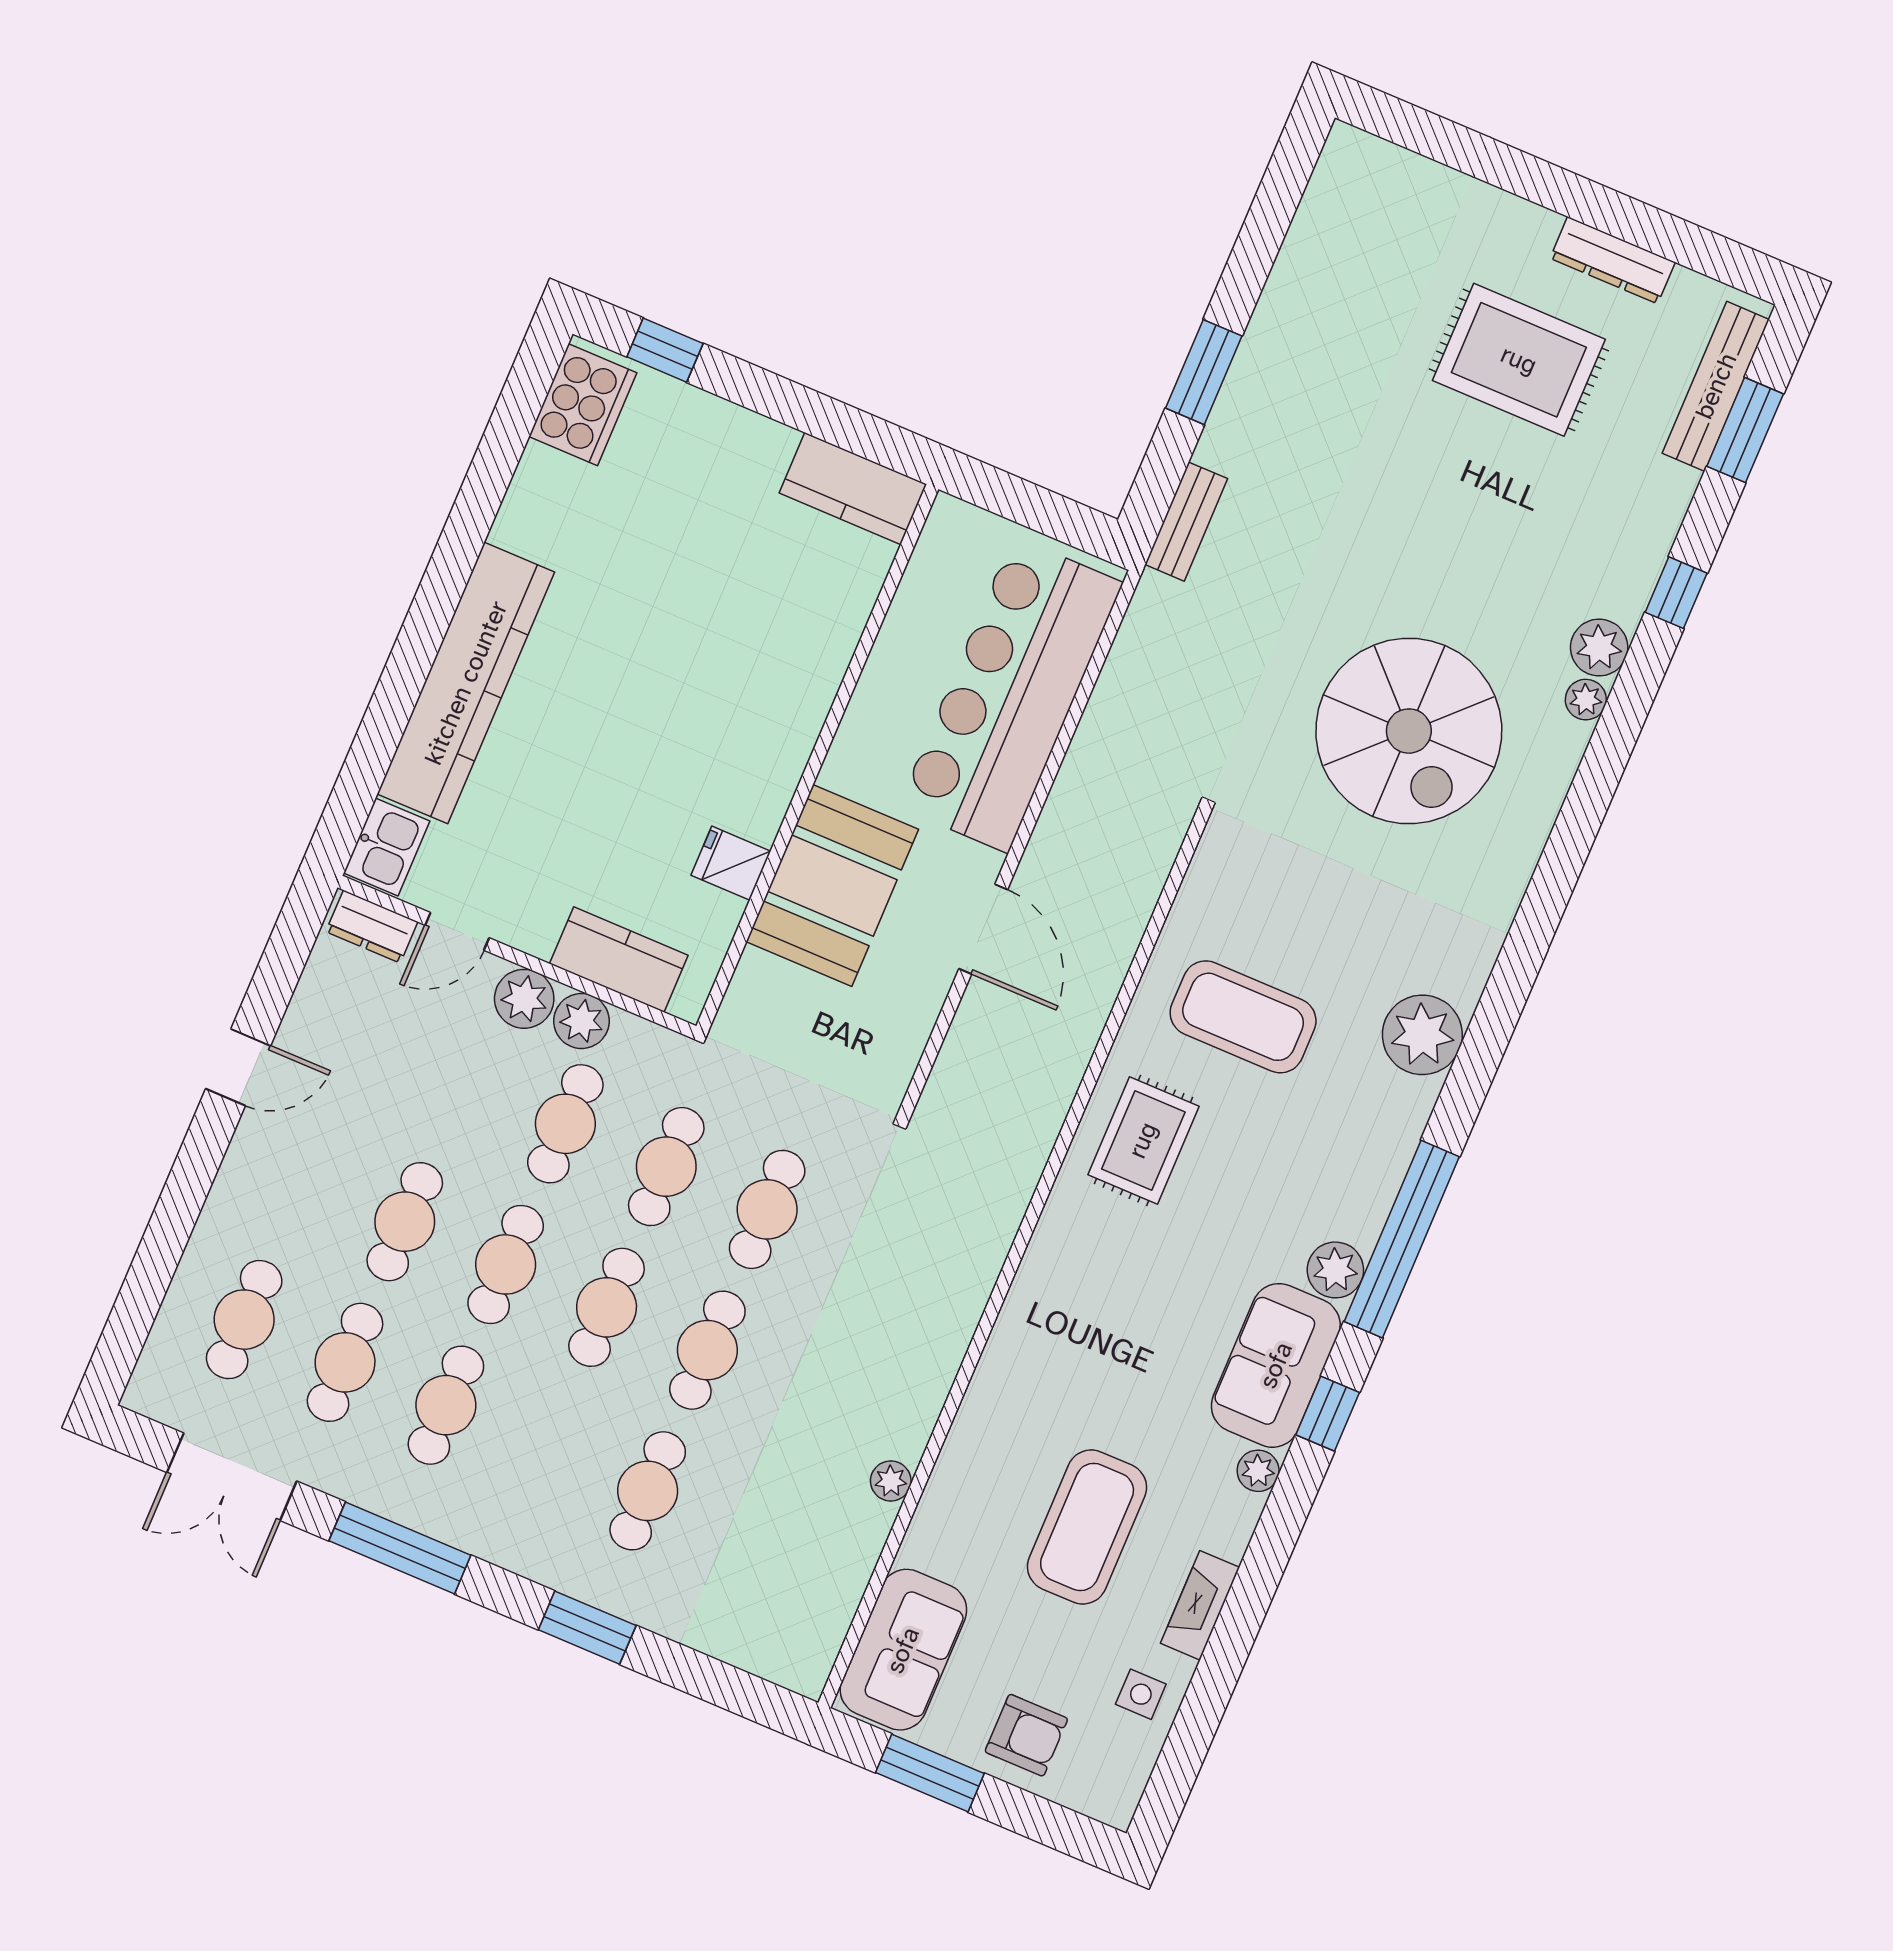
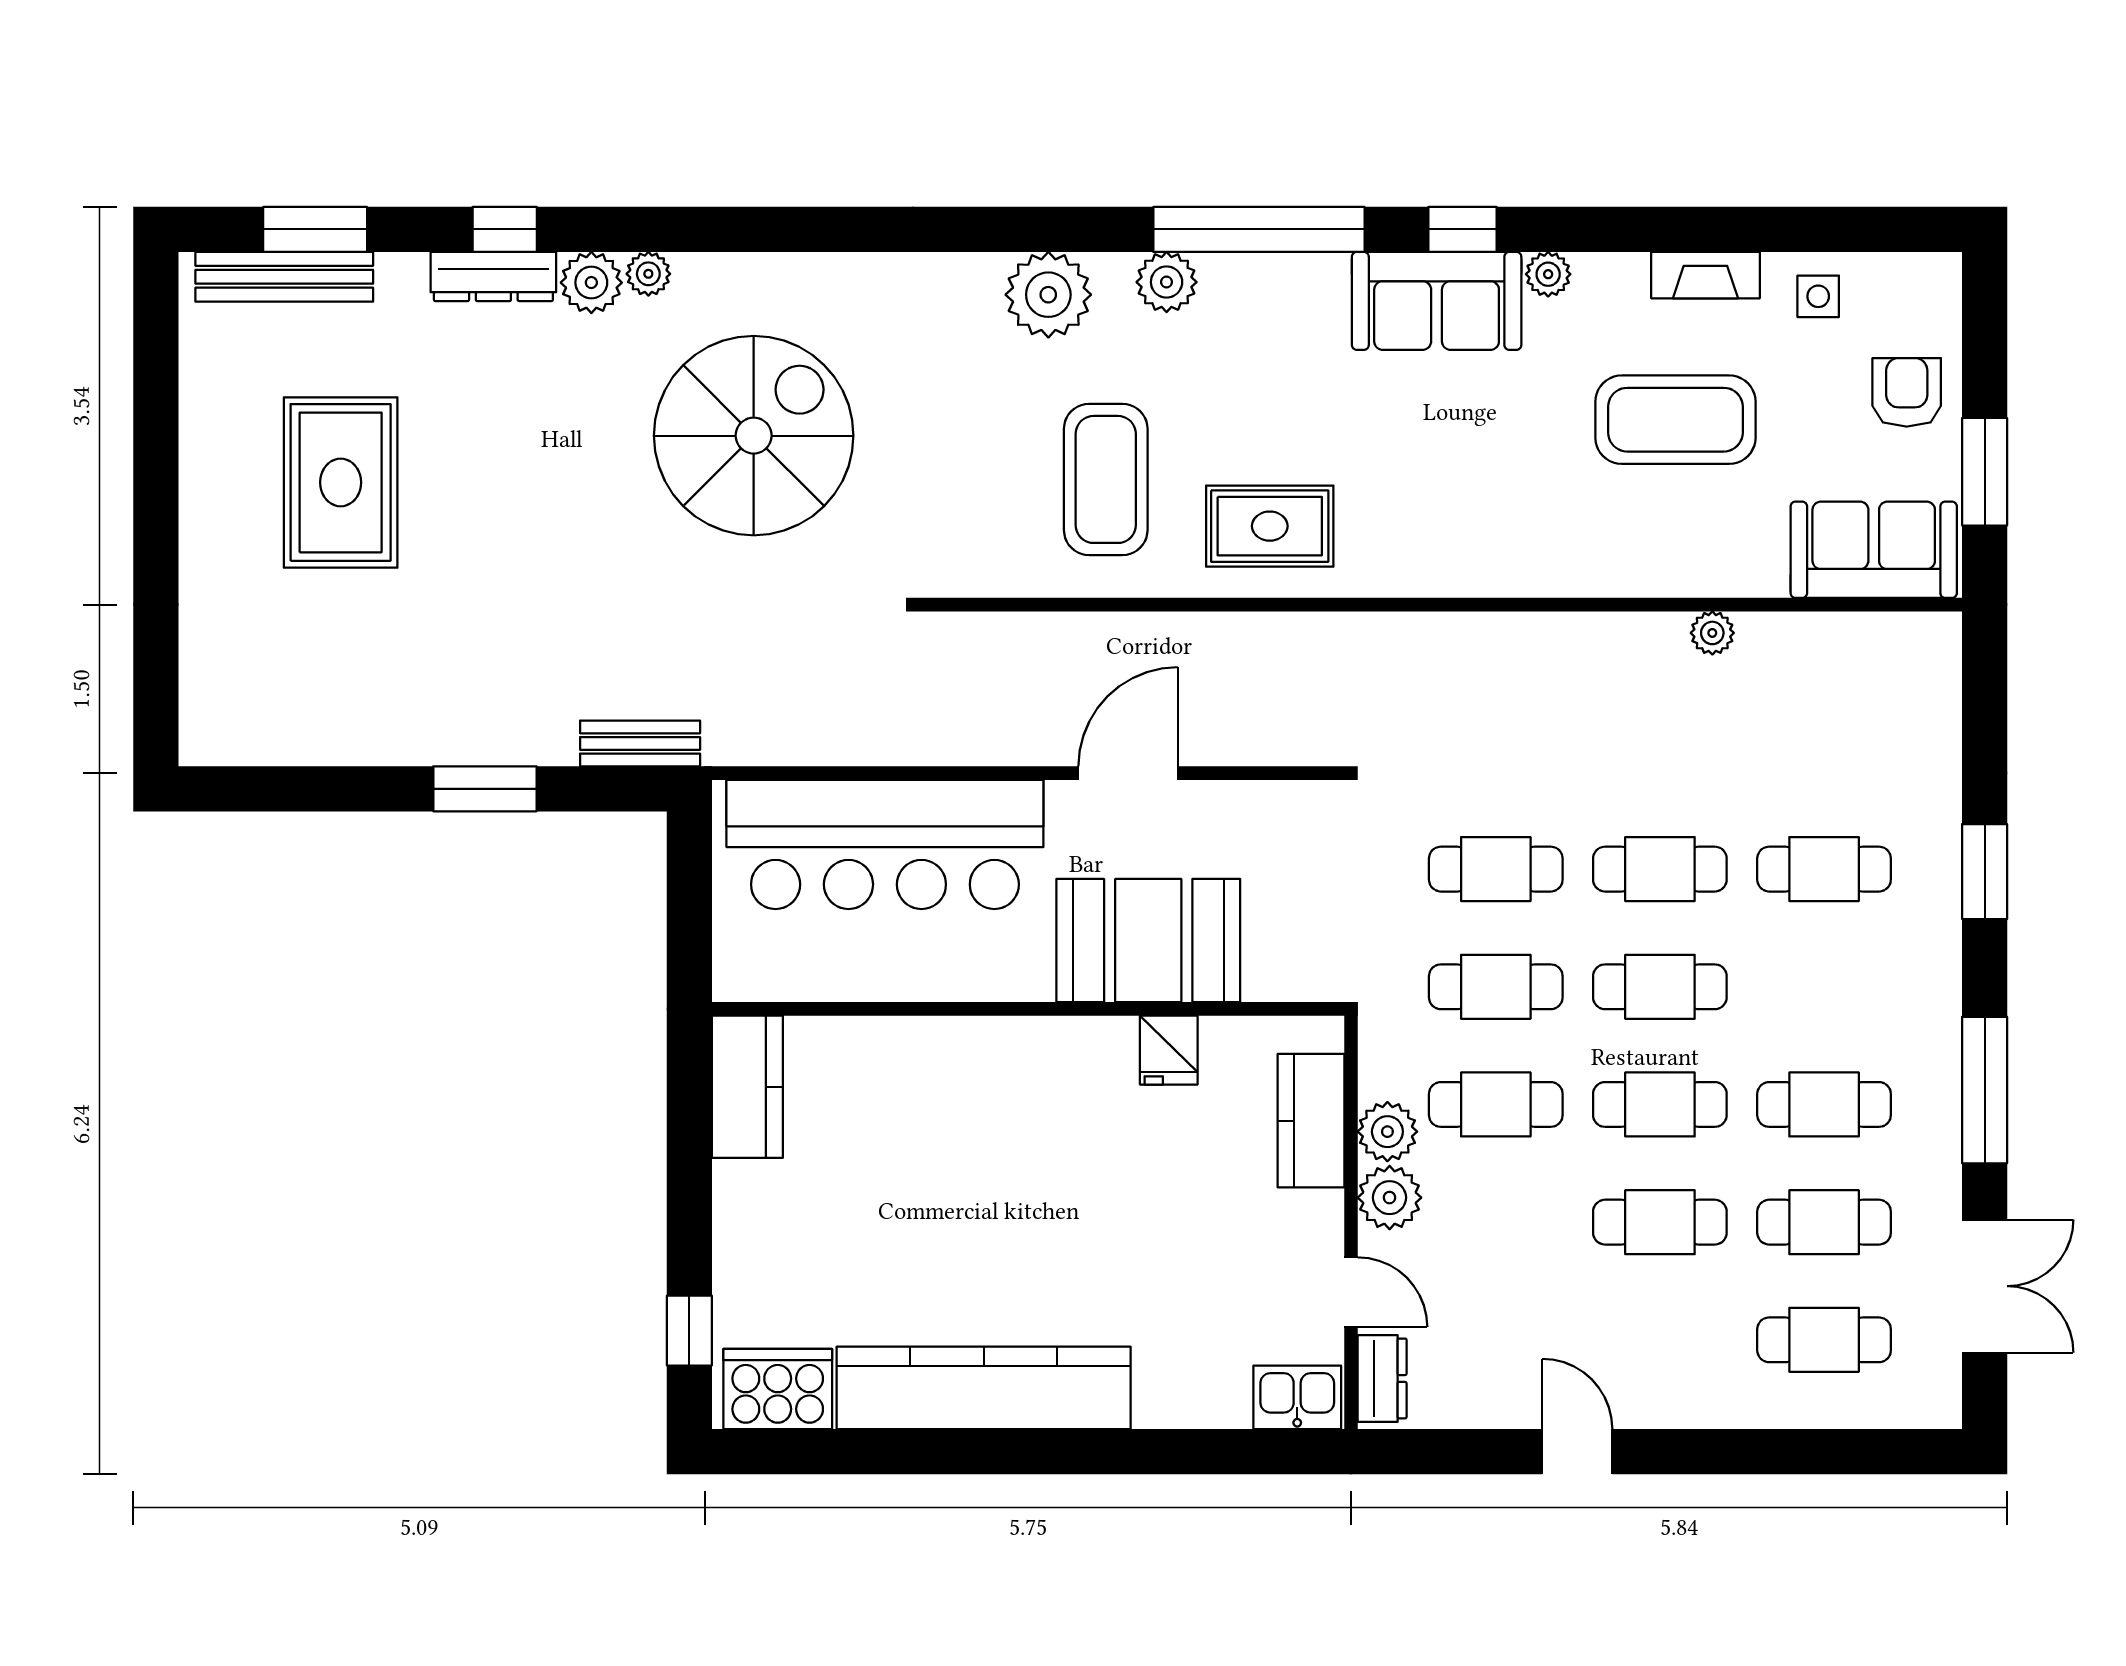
dresser: (1613, 260) -> (493, 276), moved, turned 90
kitchen counter: (466, 683) -> (984, 1388), moved
plant: (1335, 1270) -> (1167, 282), moved

